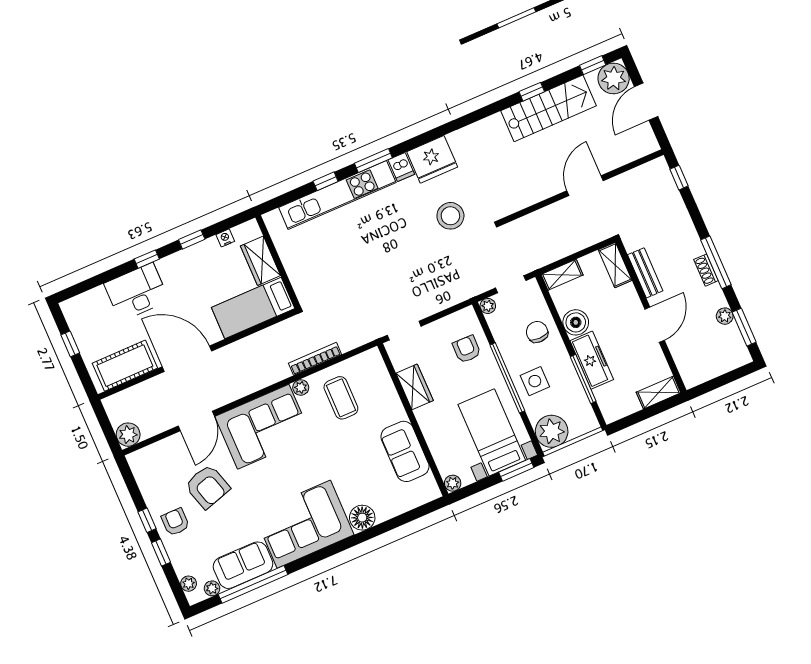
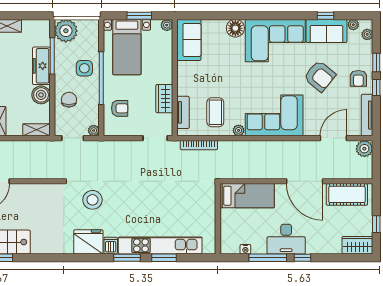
window: (326, 181) -> (164, 258), width x1.50
window: (192, 239) -> (268, 258), width x2.17
wardrobe: (260, 261) -> (357, 245), moved, turned -90
desk: (137, 292) -> (286, 239), moved
chair: (537, 332) -> (69, 100), turned 180
armchair: (467, 349) -> (120, 108), turned -91
bookcase: (315, 359) -> (199, 145), moved
tv unit: (383, 380) -> (183, 112), added
door: (196, 421) -> (333, 138), moved
plant: (552, 431) -> (66, 31), moved
sofa: (405, 451) -> (189, 40), moved
window: (516, 470) -> (139, 16), moved
tv unit: (143, 479) -> (367, 115), added
armchair: (207, 487) -> (320, 76), moved, turned 146
window: (253, 584) -> (325, 16), width x0.32

